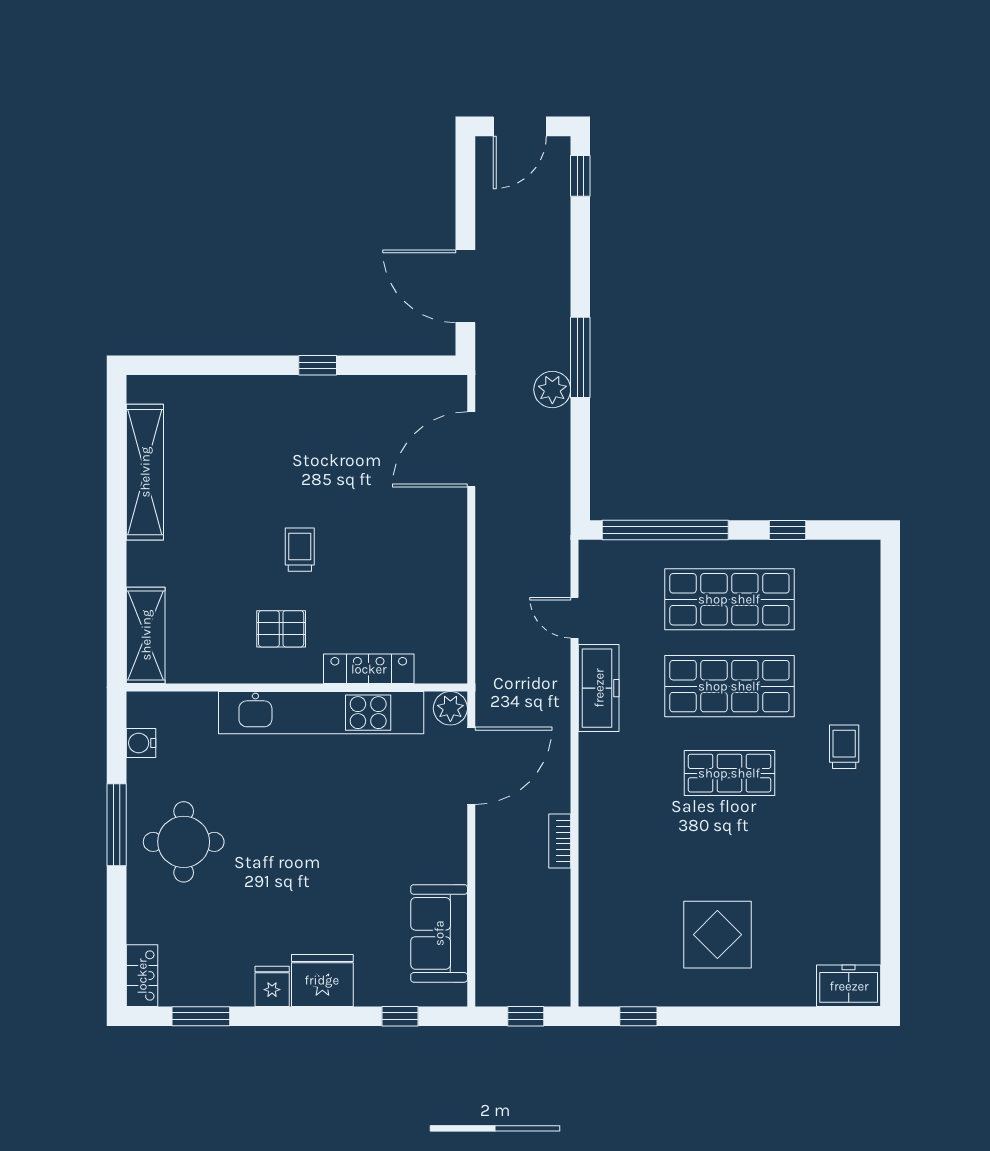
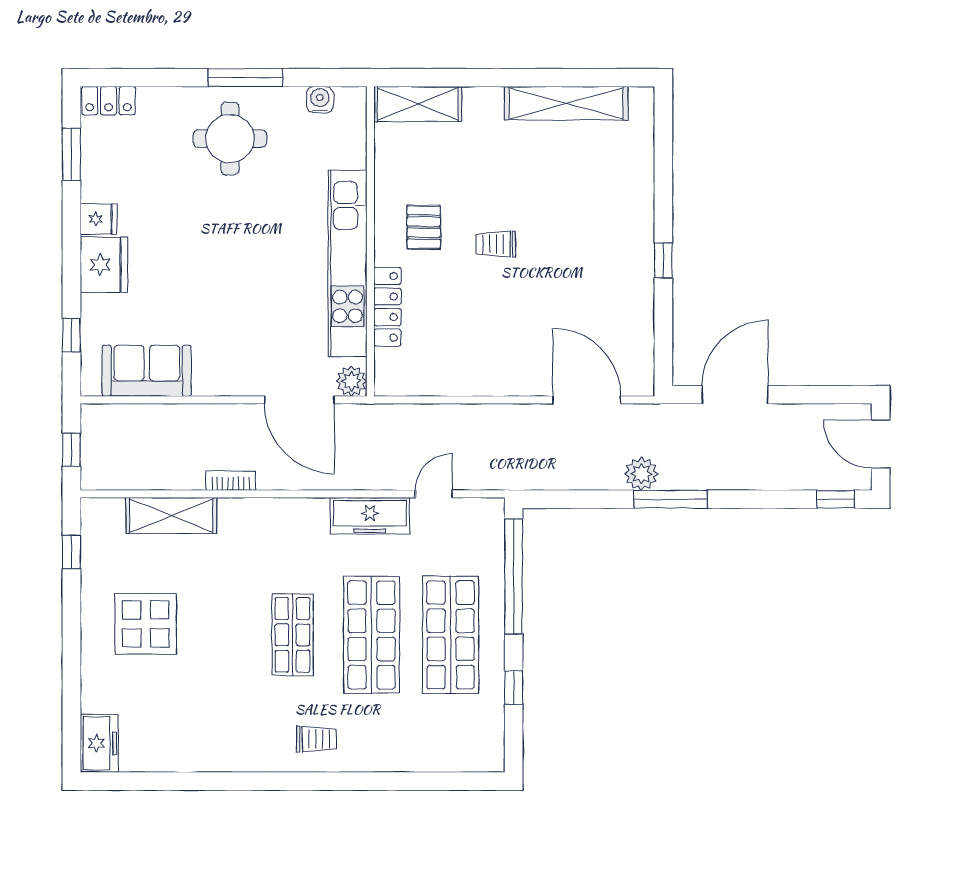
trolley: (300, 550) -> (496, 244), turned 180
shelving: (598, 906) -> (171, 516), added

